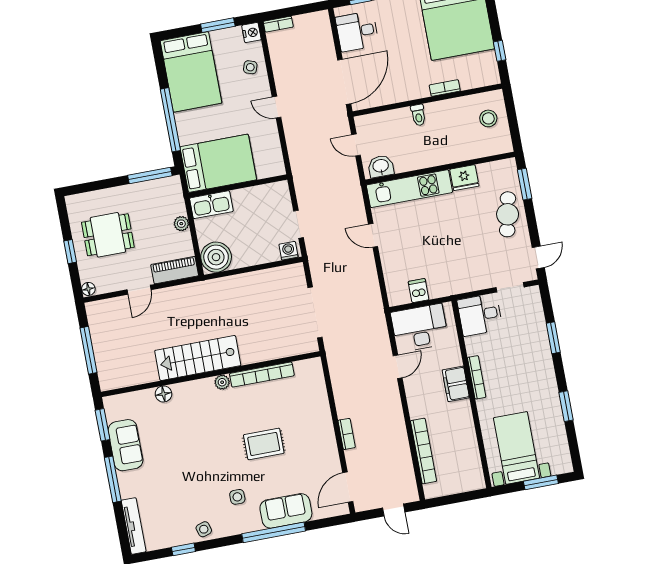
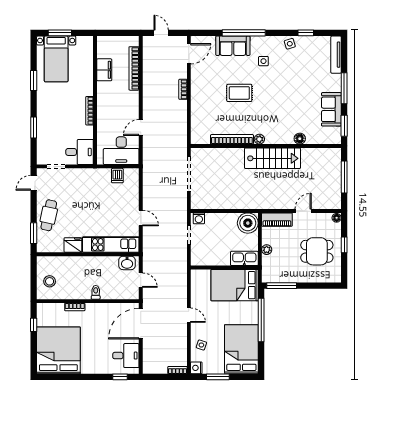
filing cabinet: (456, 384) -> (104, 70), moved
bed with nightstands: (516, 448) -> (56, 59), moved

